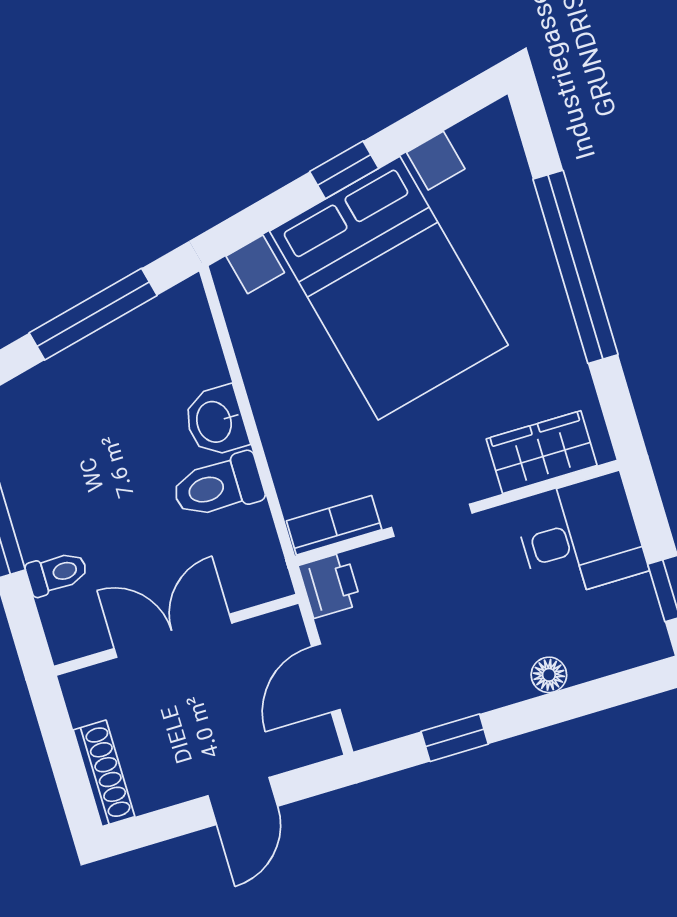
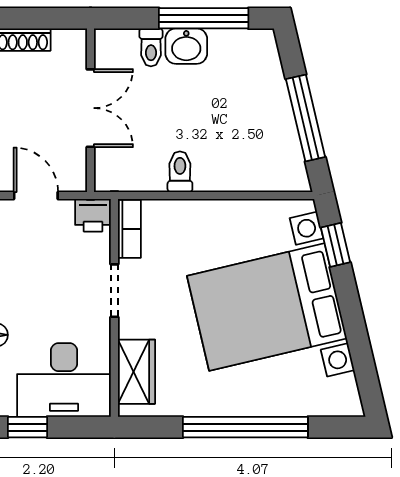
window: (344, 170) -> (336, 245), moved
washbasin: (216, 421) -> (186, 46), moved, turned 180
toilet: (218, 486) -> (180, 172), width x0.73, depth x0.72
desk: (580, 536) -> (64, 380), width x1.37

